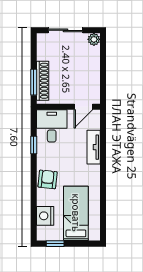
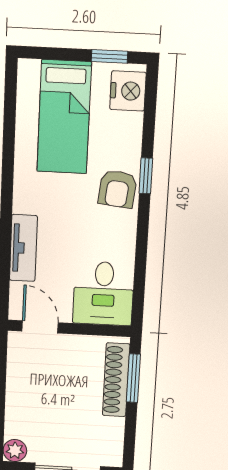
door: (83, 107) -> (40, 327), hinge flipped
window: (34, 145) -> (146, 176), moved
nightstand: (45, 216) -> (128, 91), moved

